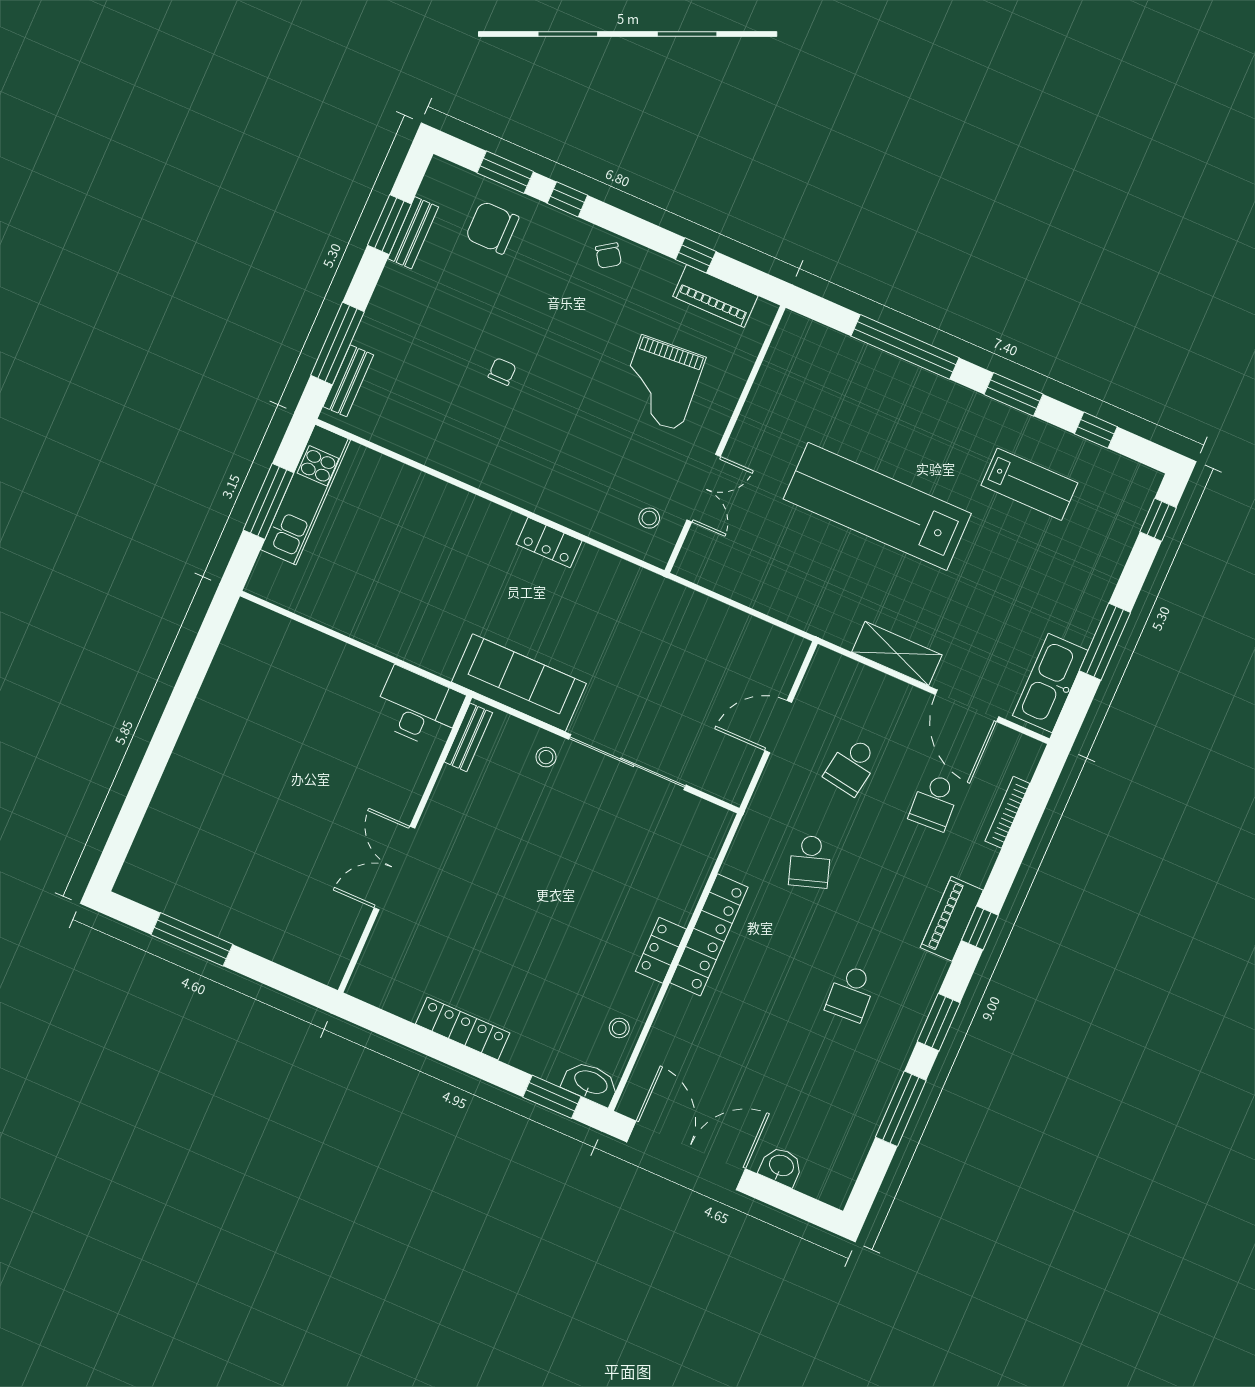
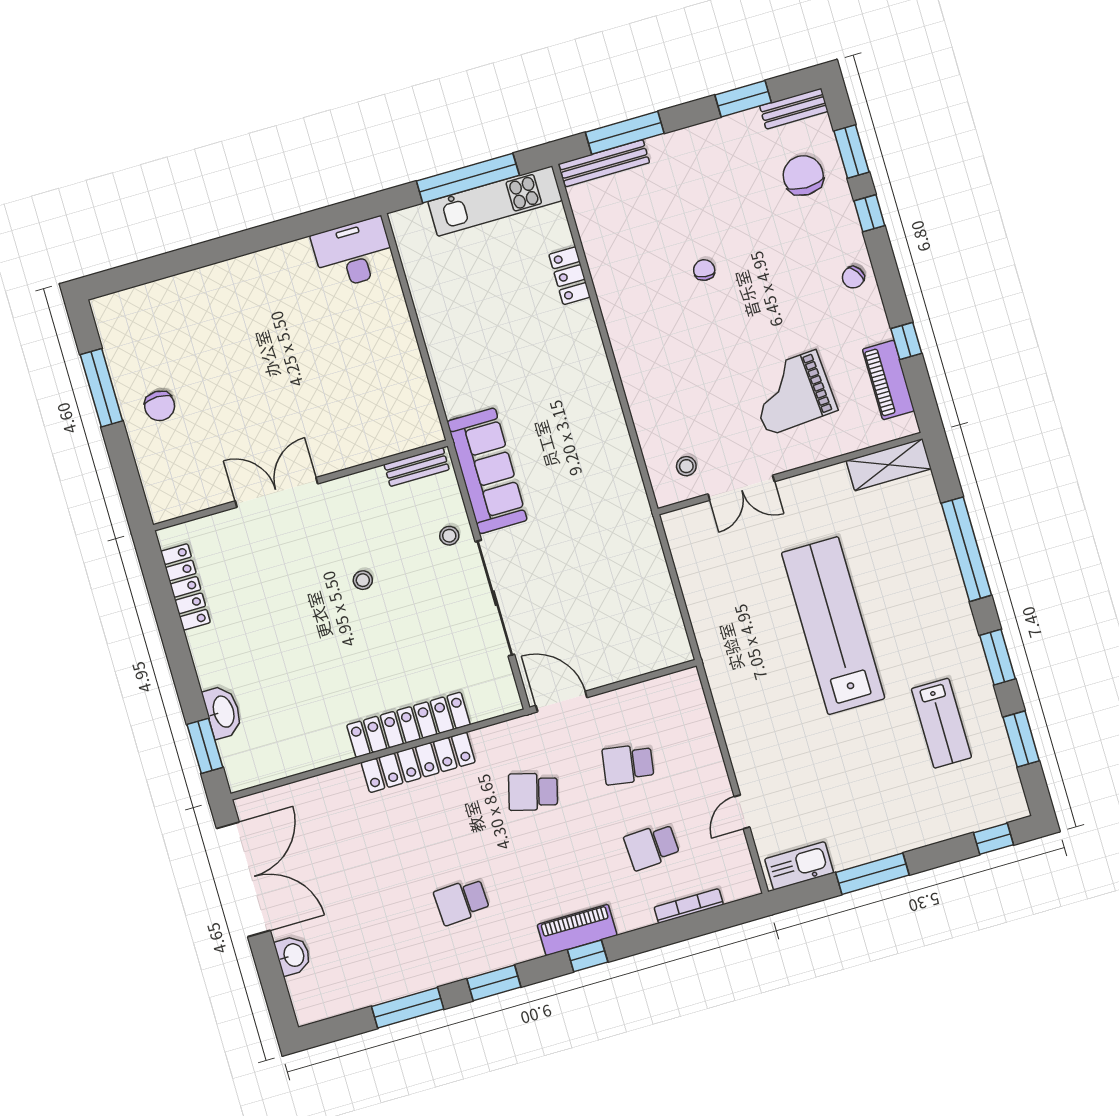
bench: (413, 233) -> (794, 109), moved
chair: (502, 372) -> (704, 270), turned -82
bench: (348, 381) -> (604, 163), width x1.36
window: (1096, 430) -> (1021, 739), width x1.50
window: (268, 501) -> (468, 178), width x1.46
locker: (549, 543) -> (570, 276), moved
shelving: (897, 653) -> (889, 465), moved, turned 90
kitchen sink: (1050, 683) -> (799, 866), width x0.73, depth x0.81
door: (967, 706) -> (742, 812), width x0.53
desk: (418, 708) -> (354, 253), moved, turned -90
door: (778, 727) -> (561, 701), moved
school desk: (810, 862) -> (533, 792), turned 33
chair: (246, 905) -> (160, 406), added
locker: (661, 950) -> (408, 725), width x2.16, depth x1.21
locker: (463, 1028) -> (185, 587), moved
stool: (619, 1028) -> (363, 580), moved
washbasin: (591, 1083) -> (223, 712), moved

